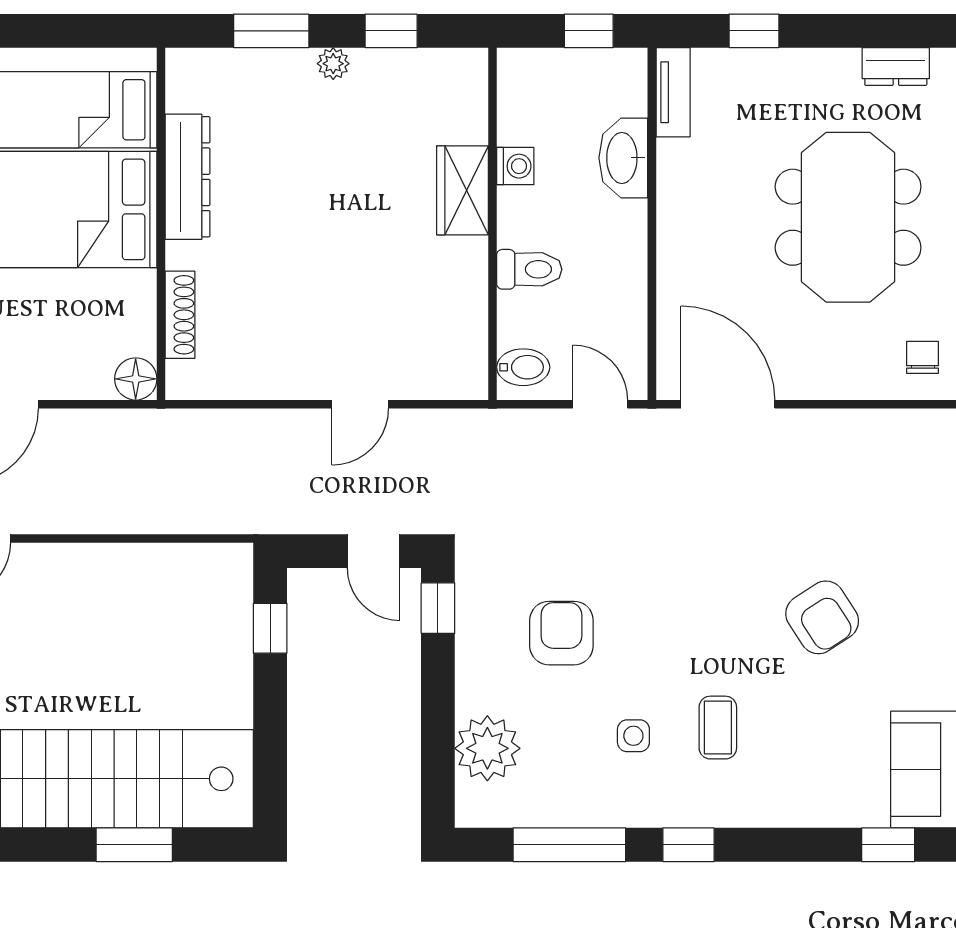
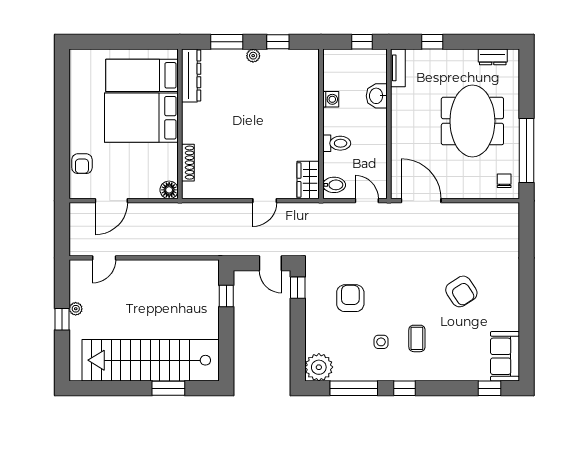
washbasin: (623, 158) -> (377, 96), width x0.72
dresser: (188, 177) -> (191, 75), moved
wardrobe: (462, 190) -> (308, 180), moved
plant: (487, 748) -> (319, 367), moved

